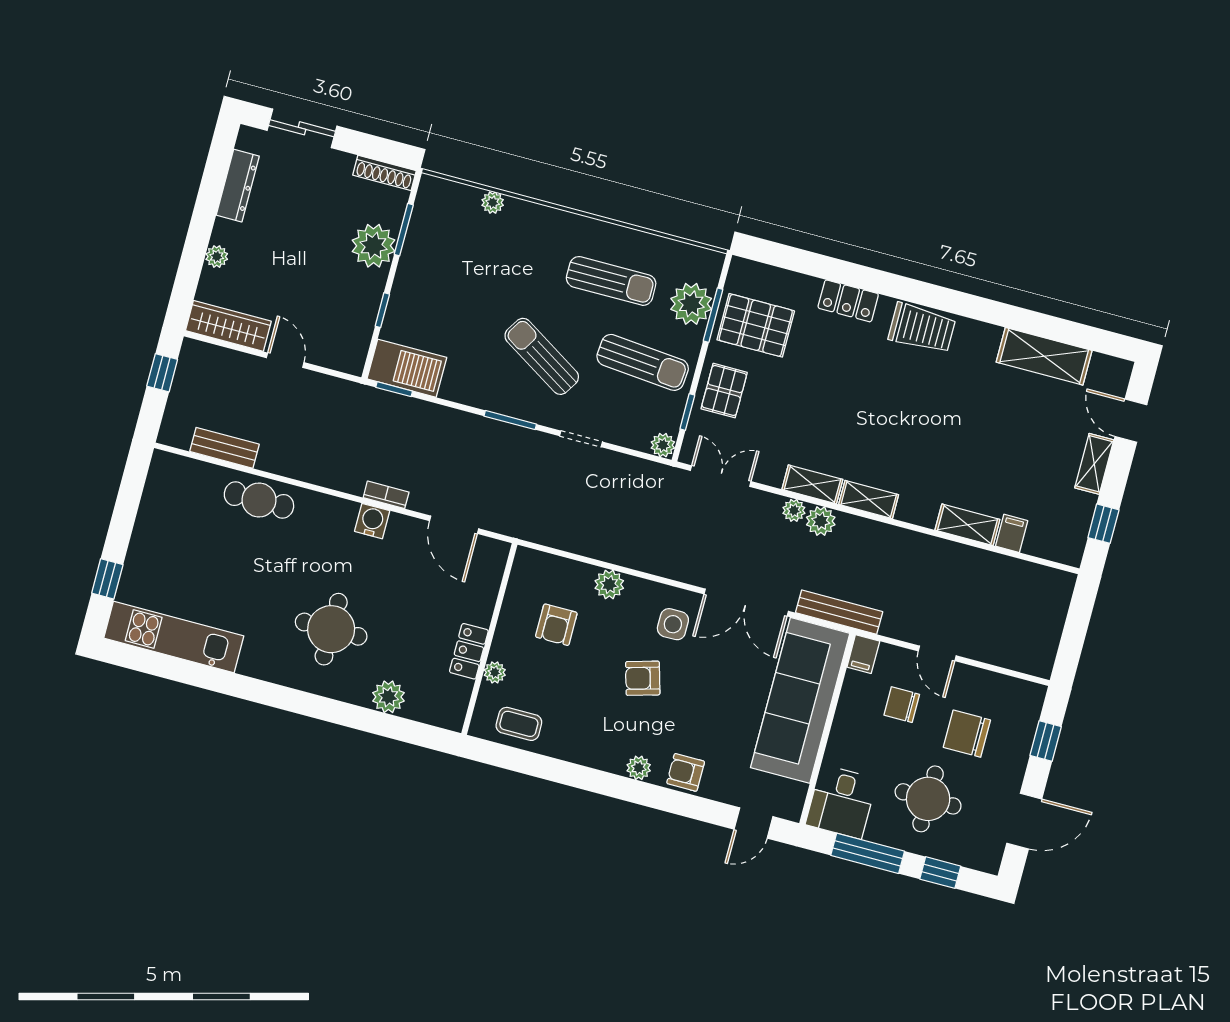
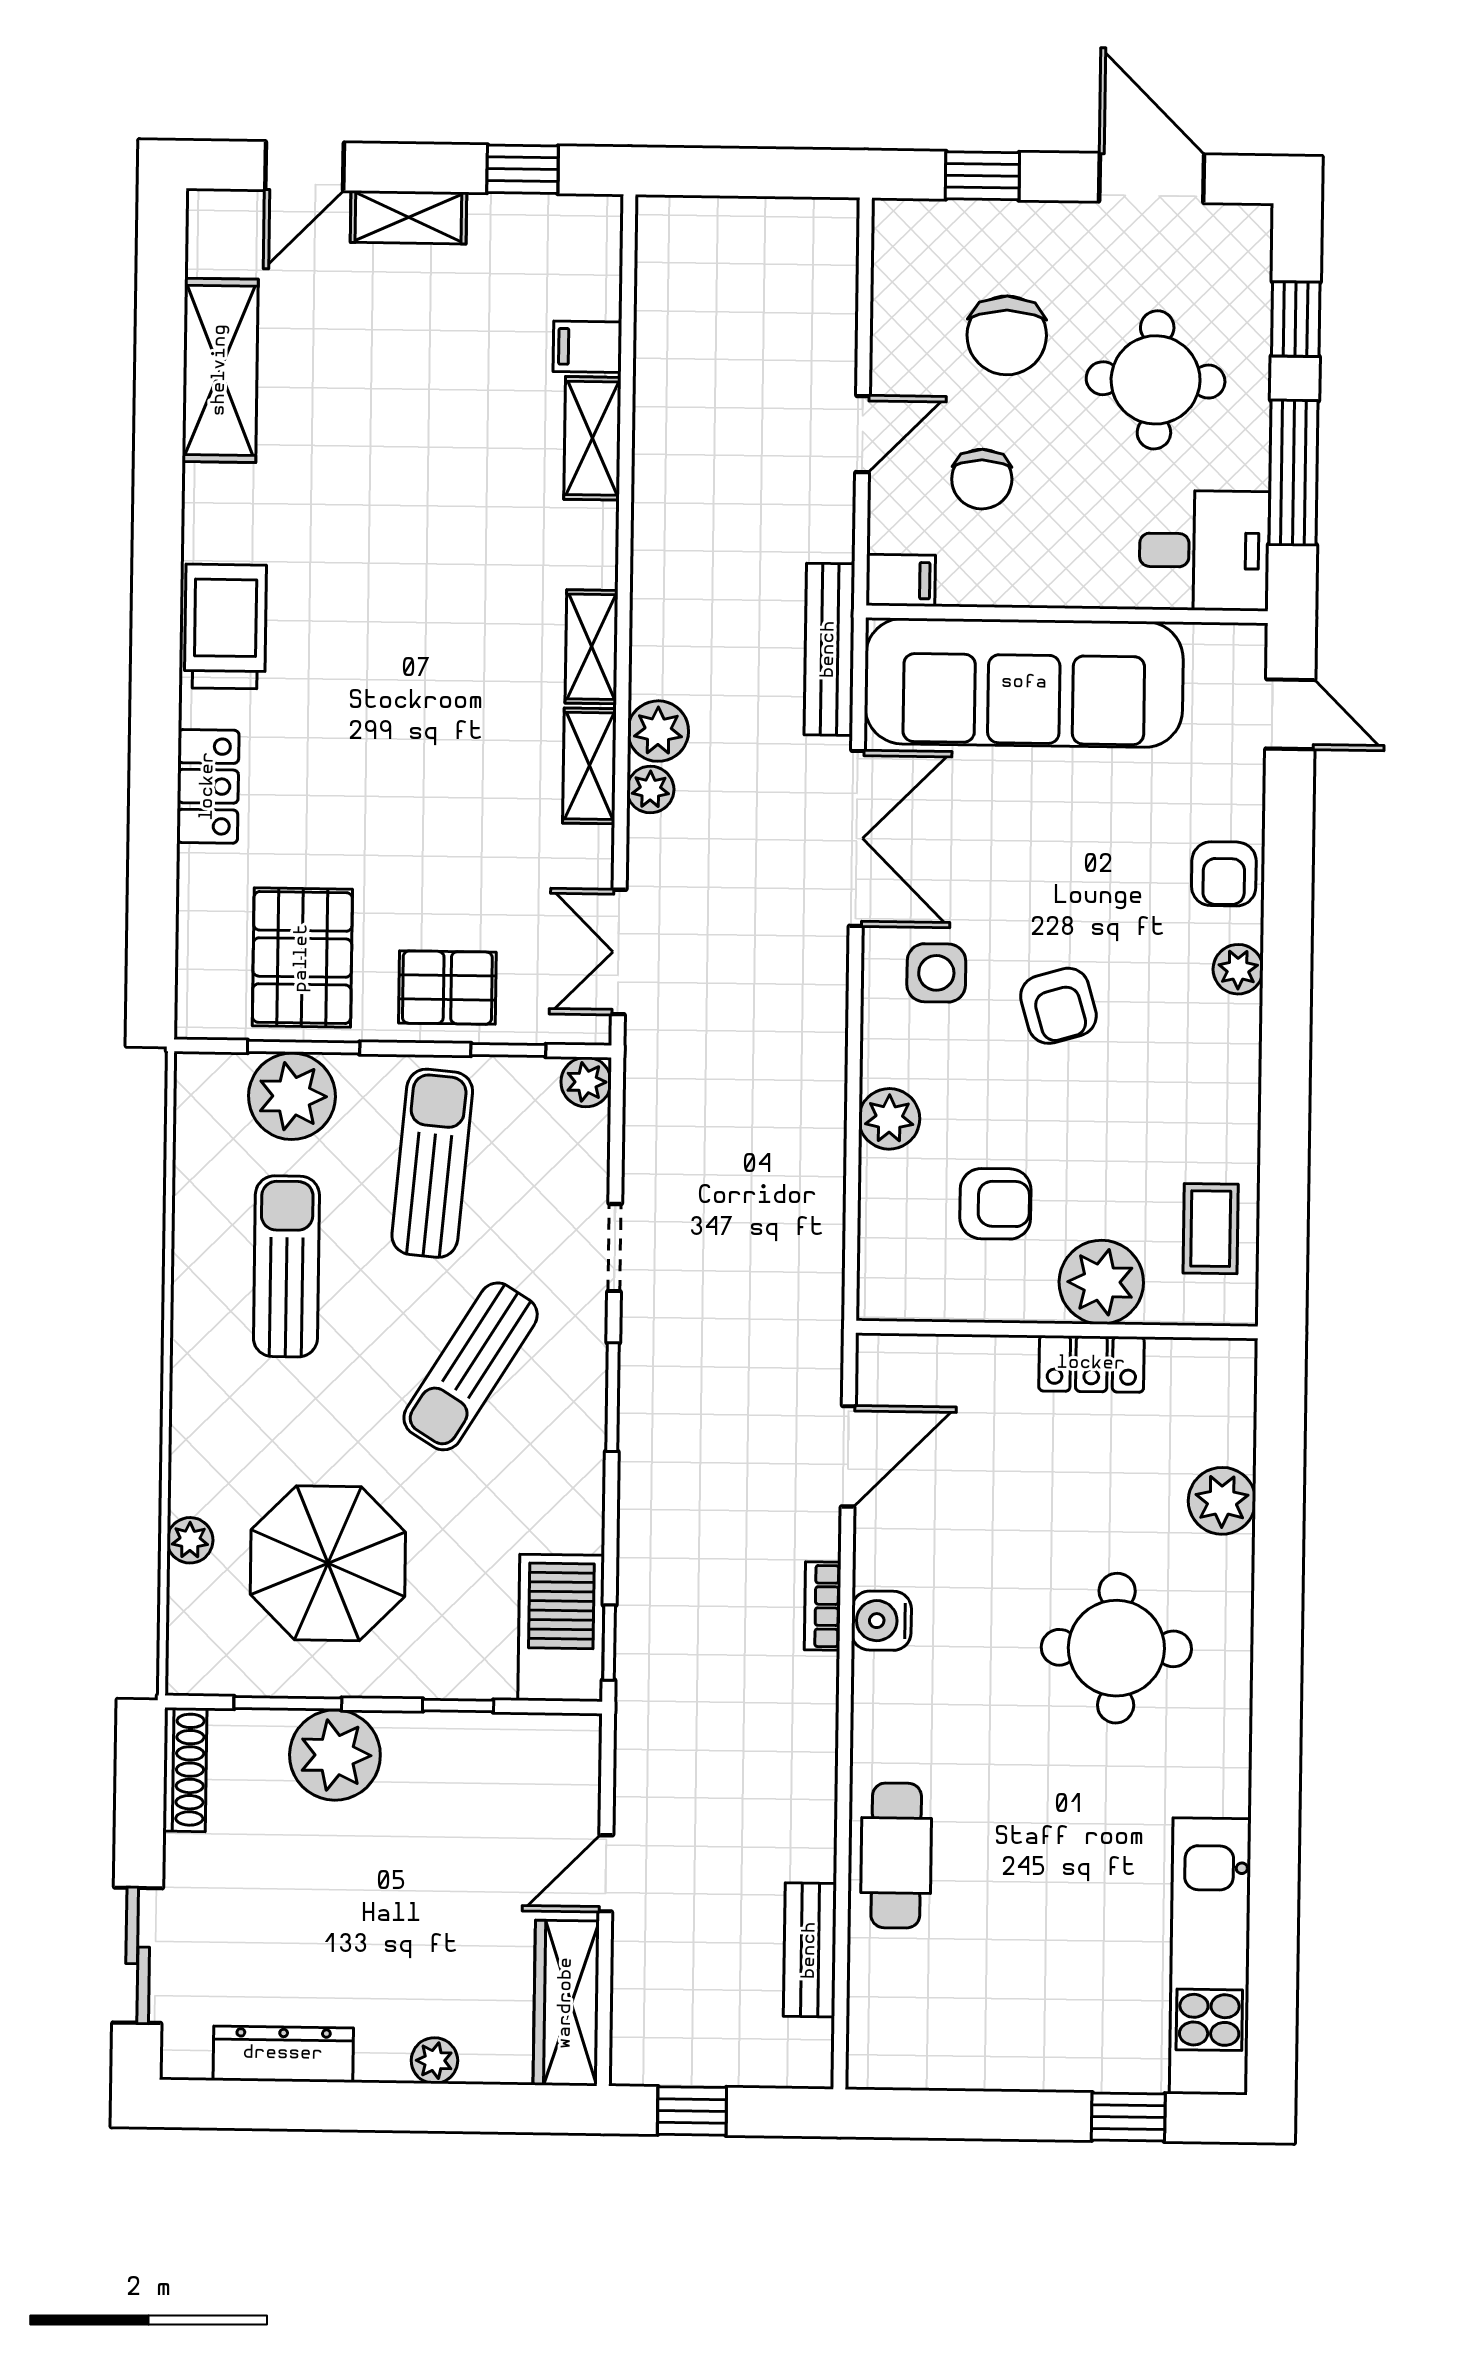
parasol: (465, 265) -> (328, 1563), added
plant: (495, 672) -> (1101, 1282), width x1.88, depth x1.88

